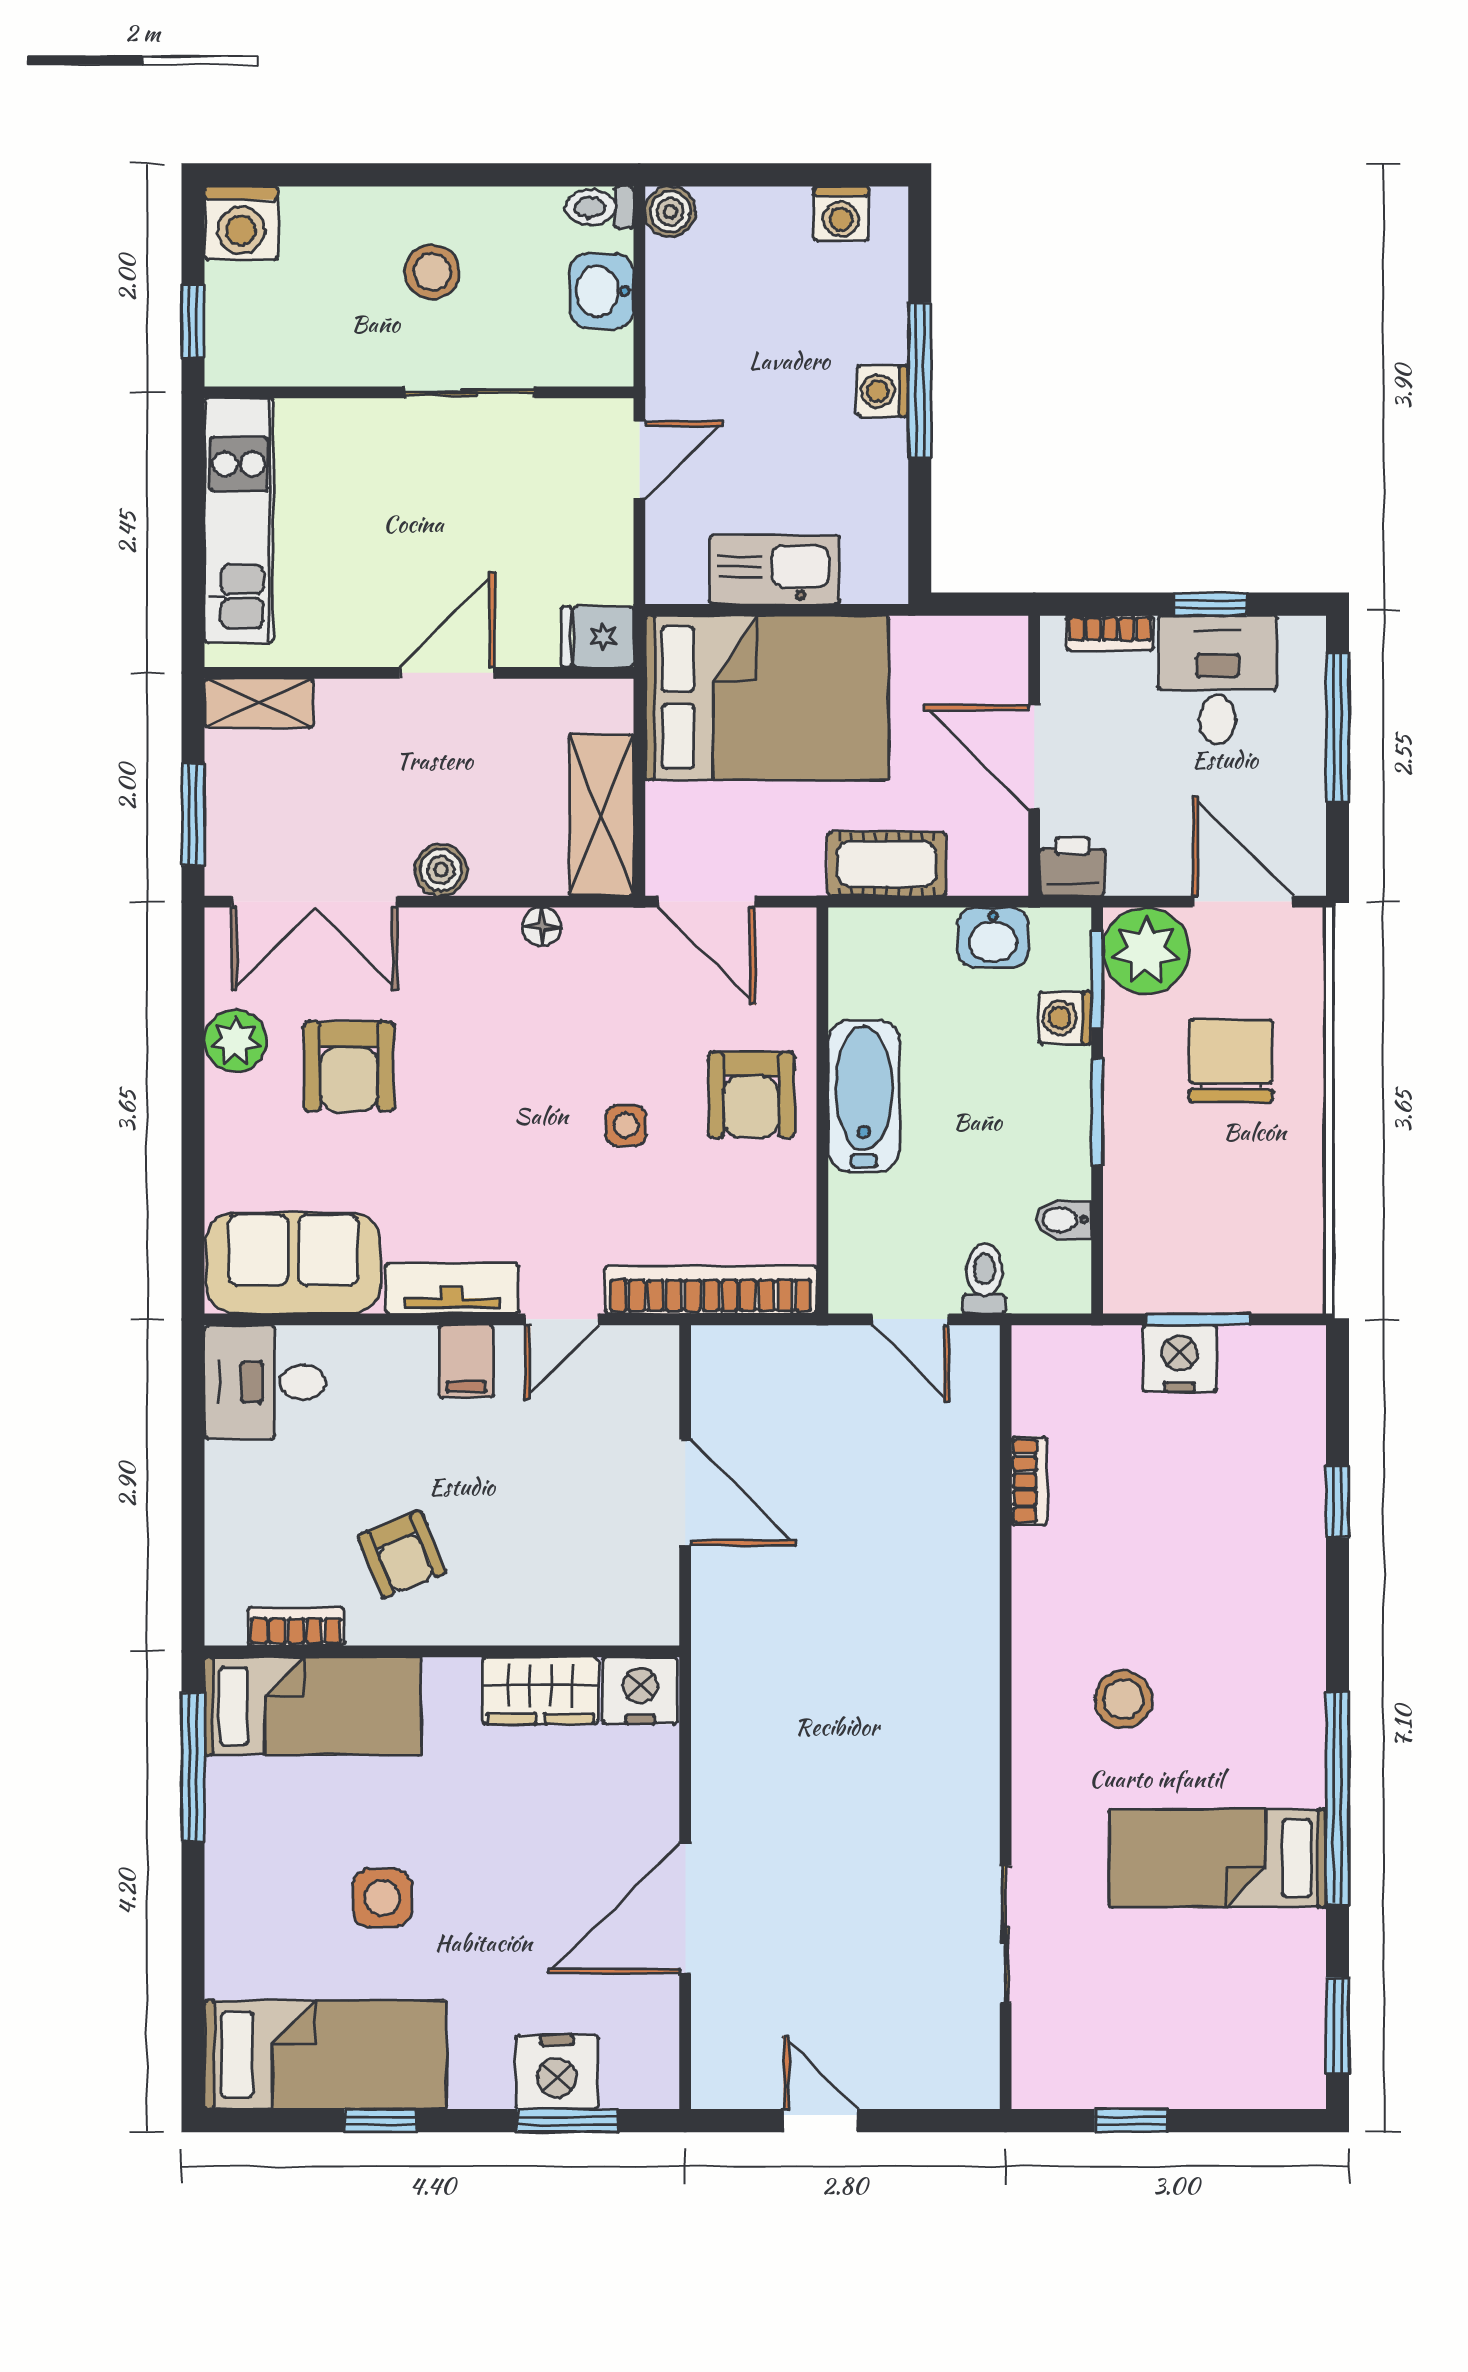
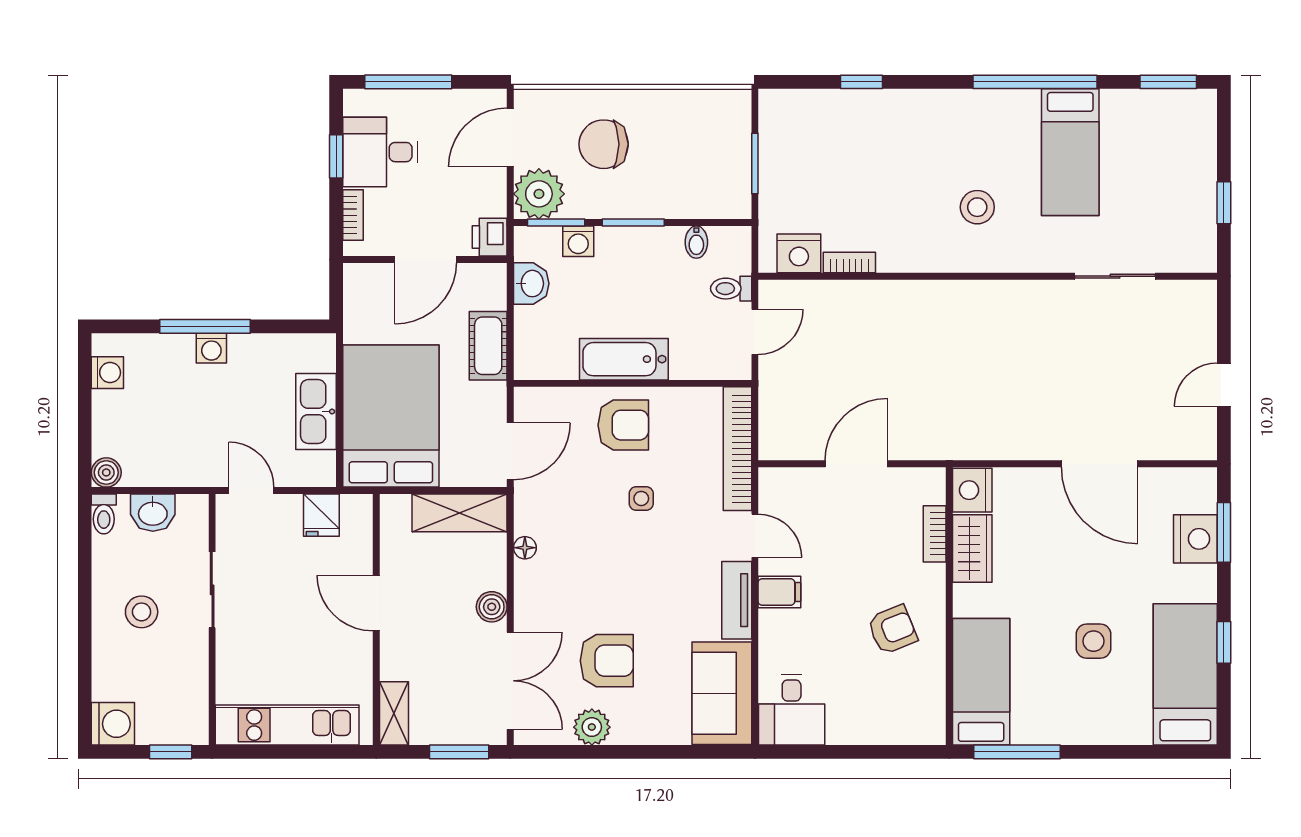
fridge: (597, 637) -> (321, 515), moved
nightstand: (1180, 1359) -> (799, 253), moved, turned -90
bookcase: (296, 1626) -> (935, 534), moved

